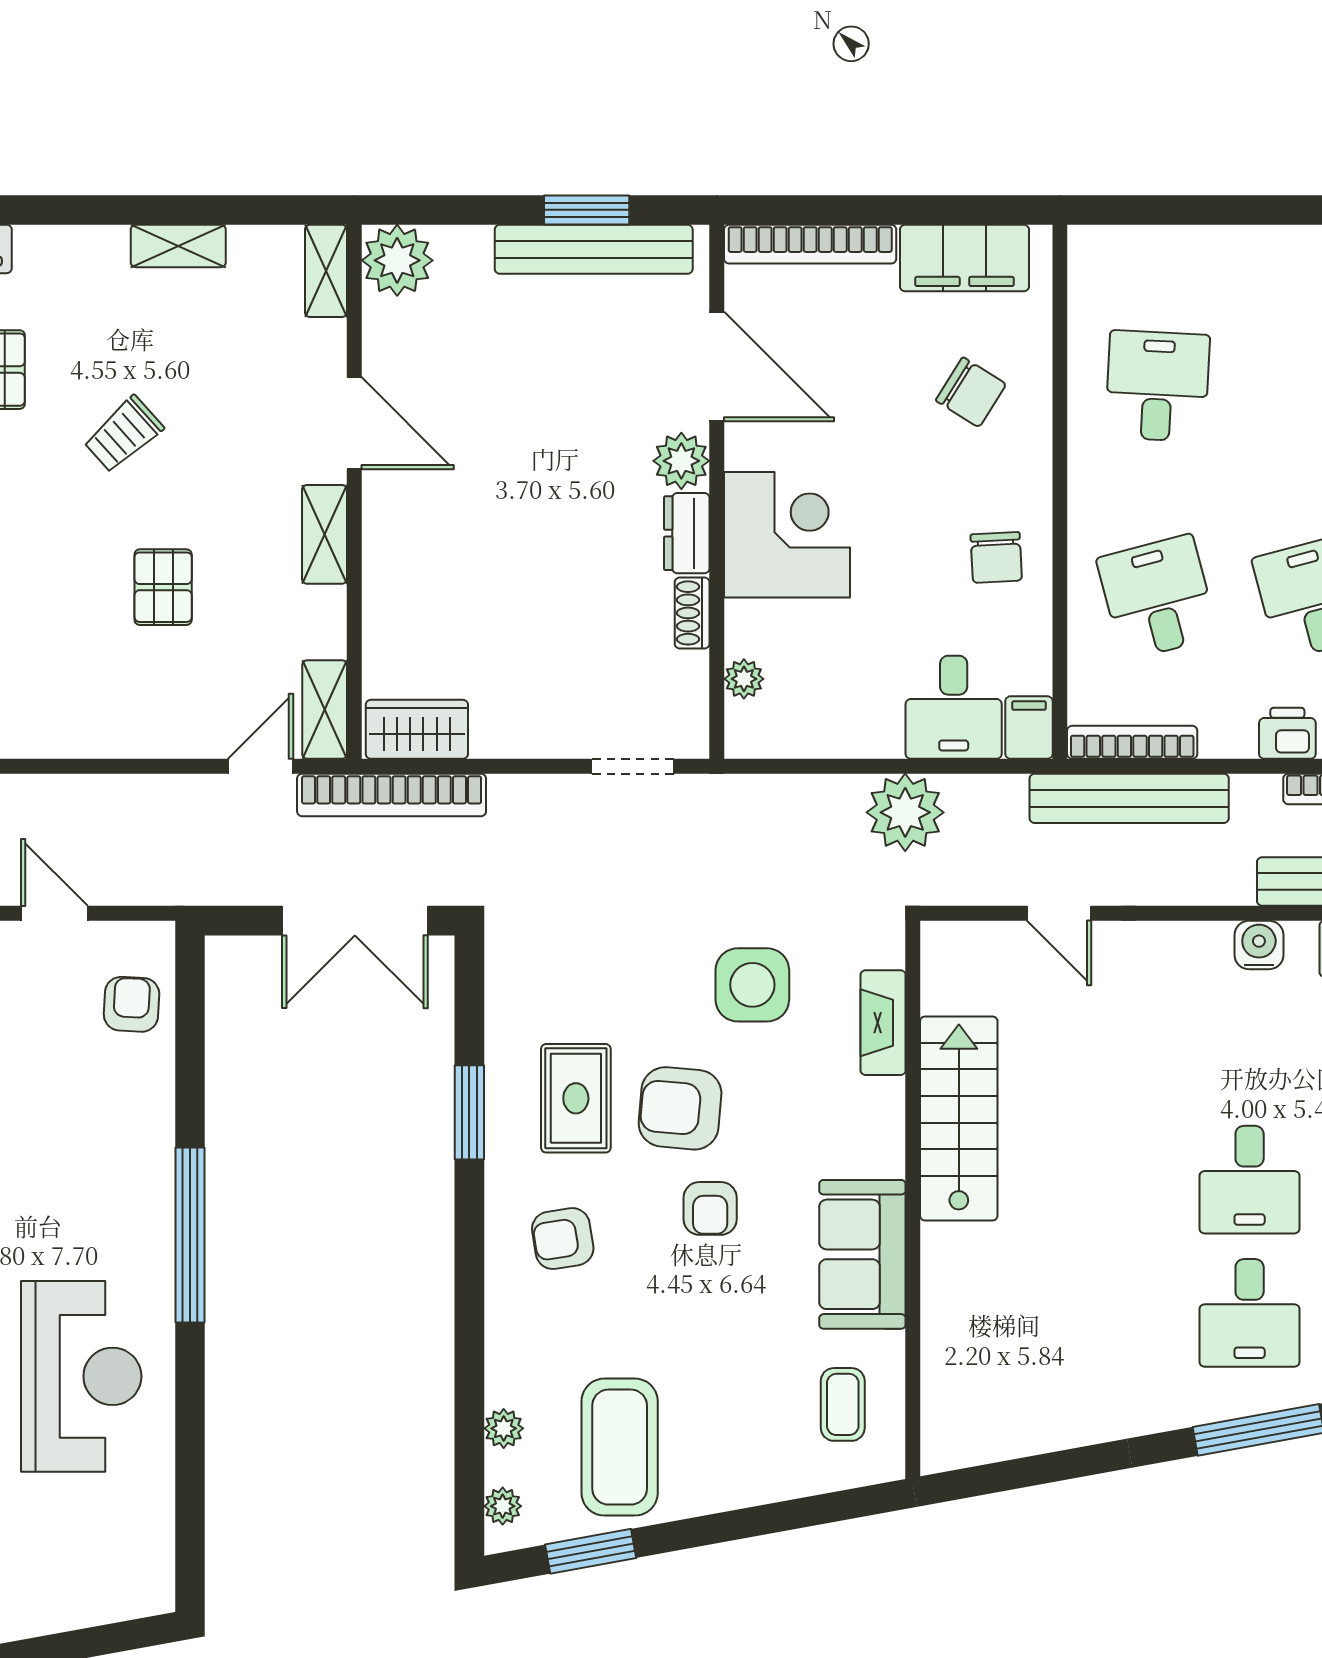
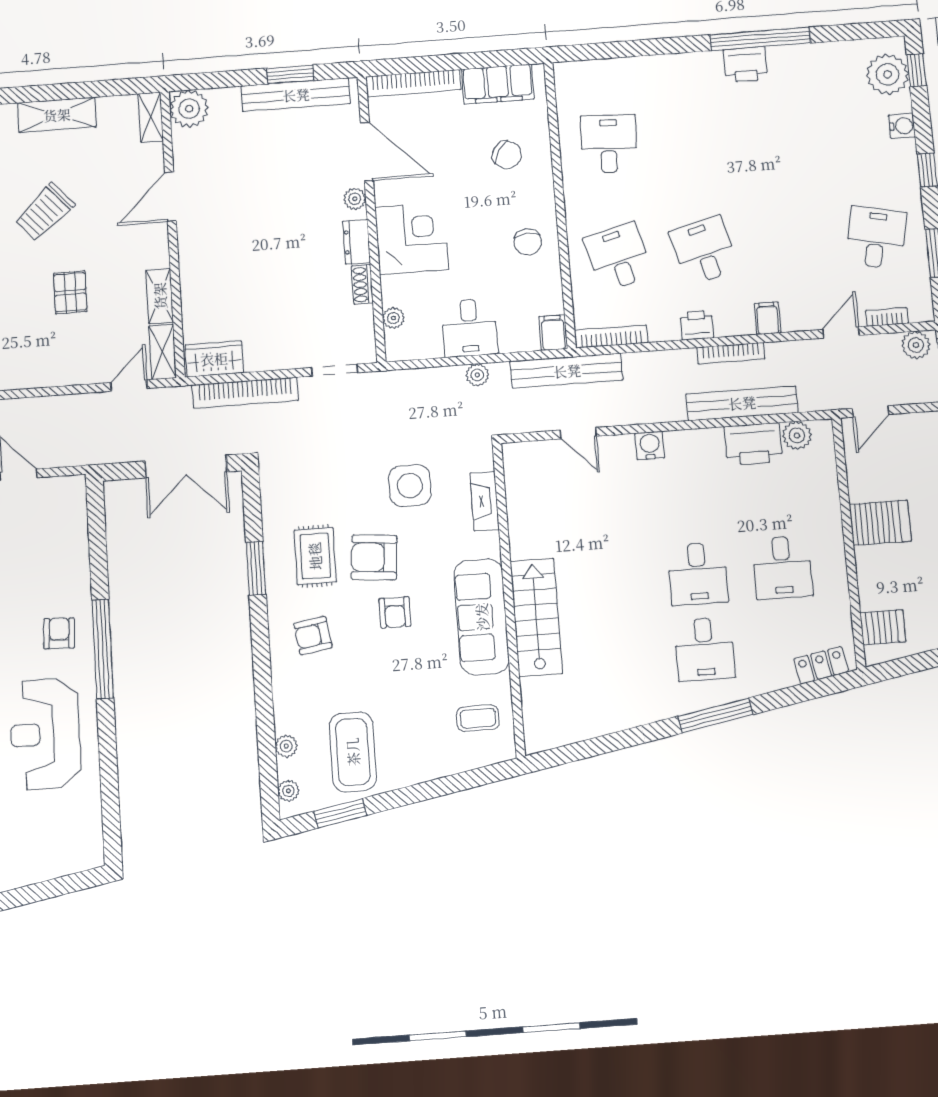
shelving: (178, 246) -> (57, 115), width x1.50, depth x1.33
door: (354, 423) -> (170, 197), swing flipped
trolley: (123, 434) -> (45, 212), width x1.36, depth x1.39
plant: (681, 461) -> (355, 199), width x0.73, depth x0.73
shelving: (324, 534) -> (160, 296), moved
desk: (954, 707) -> (470, 328), moved
bookcase: (392, 795) -> (245, 393), moved
bench: (1129, 798) -> (567, 371), moved
plant: (905, 812) -> (477, 375), width x0.53, depth x0.53
water cooler: (1259, 945) -> (650, 446), moved
armchair: (132, 1004) -> (59, 633), moved
stairs: (959, 1119) -> (536, 617), moved
sofa: (862, 1254) -> (482, 617), width x1.36
reception desk: (81, 1376) -> (45, 734), turned 180
coffee table: (843, 1404) -> (478, 718), turned 90

